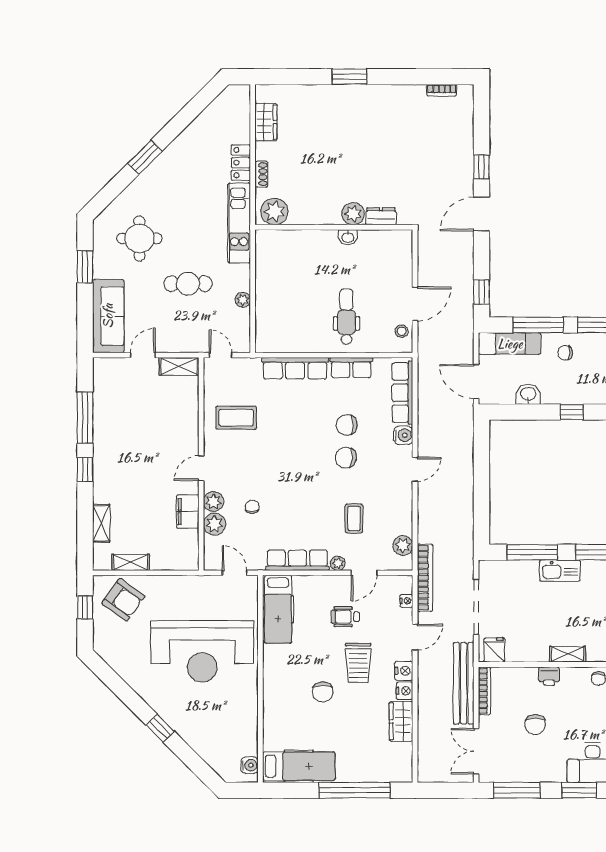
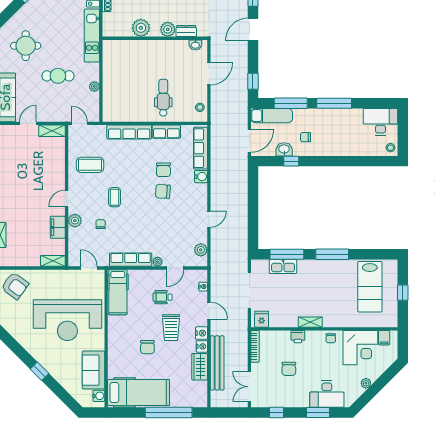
plant: (274, 211) -> (141, 28), moved
washbasin: (348, 237) -> (195, 45), moved
door: (415, 304) -> (209, 74), moved
chair: (565, 353) -> (305, 137), moved
door: (476, 382) -> (249, 141), swing flipped
window: (572, 412) -> (291, 161), moved
chair: (347, 425) -> (163, 170), turned -90
door: (415, 469) -> (209, 219), moved
coffee table: (354, 518) -> (114, 197), moved
plant: (214, 524) -> (76, 236), removed
shelving: (131, 562) -> (53, 261), moved
kitchen sink: (560, 571) -> (283, 266), moved
bookcase: (425, 578) -> (215, 271), removed
door: (415, 637) -> (209, 311), hinge flipped
bench: (464, 683) -> (217, 363), moved
sofa: (241, 726) -> (93, 370), added
hospital bed: (299, 766) -> (139, 393), width x1.37, depth x1.29
window: (517, 790) -> (277, 412), width x0.46

